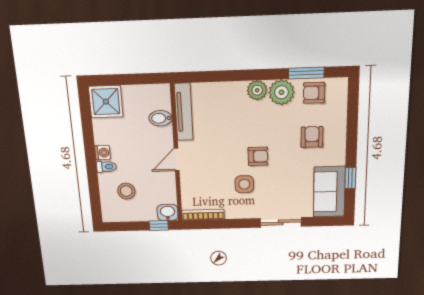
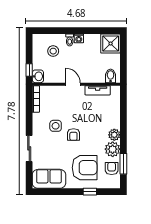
tv unit: (184, 112) -> (98, 90), width x0.71
bidet: (160, 118) -> (111, 76), moved
armchair: (312, 137) -> (85, 168), width x1.88, depth x1.88
window: (350, 178) -> (90, 192), moved

